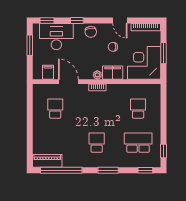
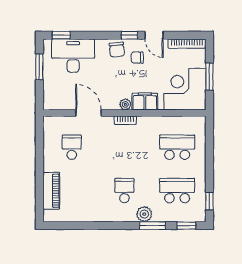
window: (77, 21) -> (129, 35), moved
chair: (113, 47) -> (137, 58), moved
filing cabinet: (48, 72) -> (63, 101), removed
school desk: (138, 109) -> (177, 147), width x1.85
piano: (47, 161) -> (51, 191), moved, turned 90
plant: (112, 161) -> (144, 214), added
window: (61, 170) -> (79, 226), removed
window: (108, 170) -> (152, 226), moved

